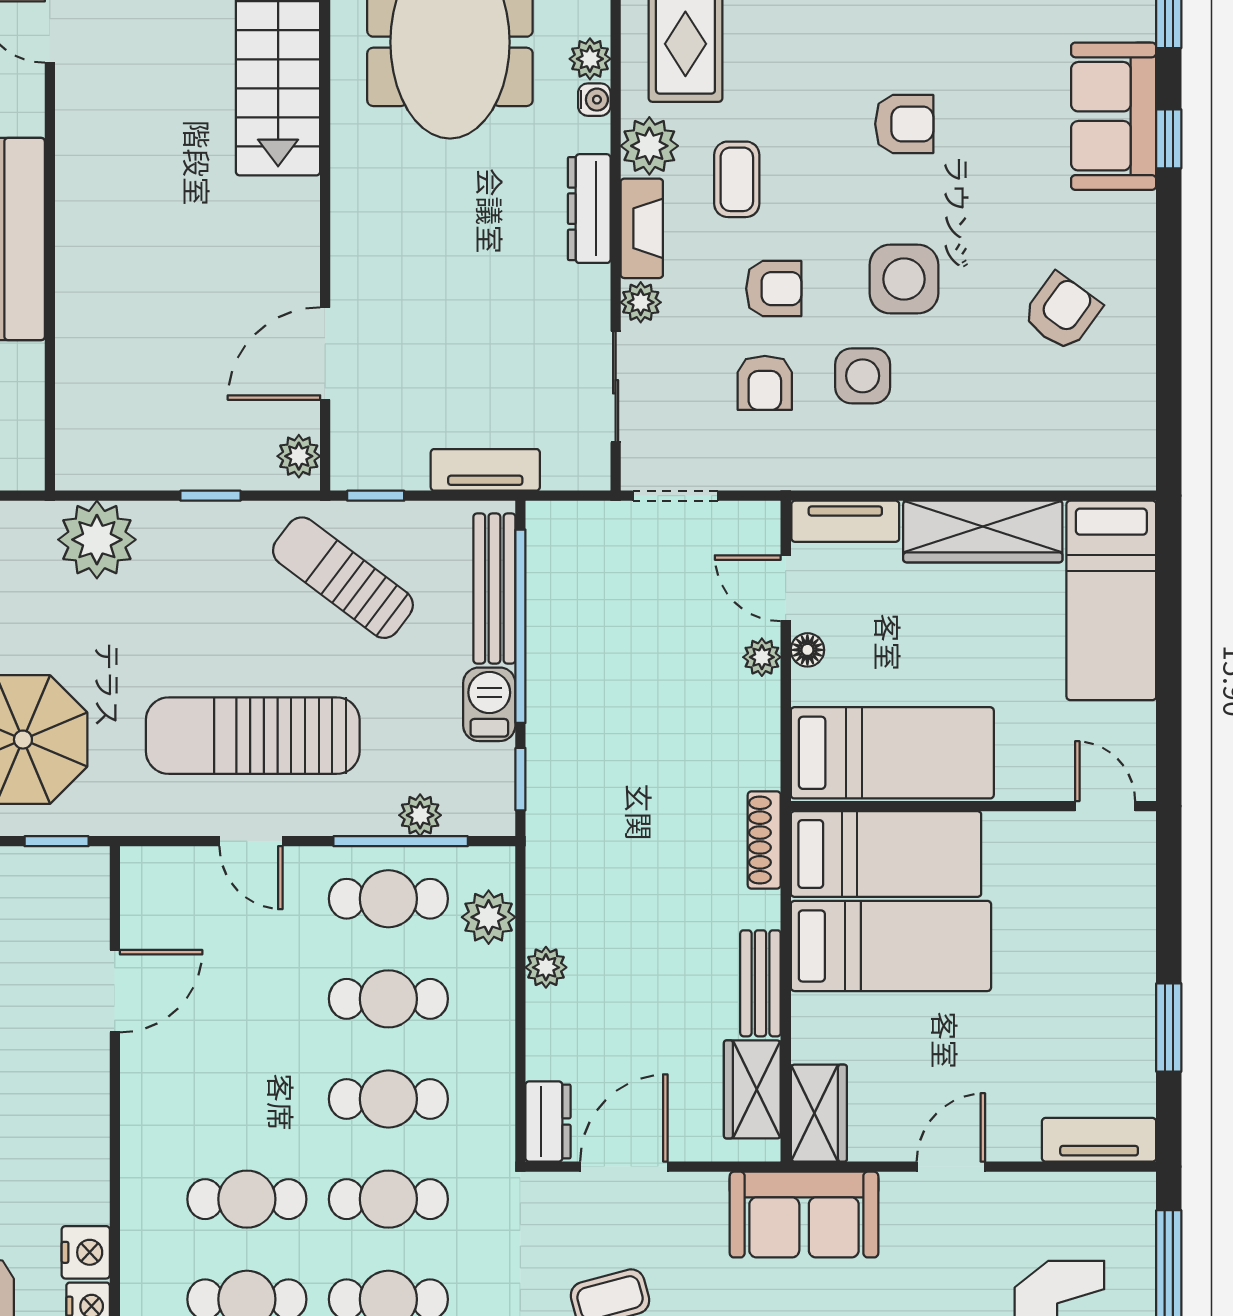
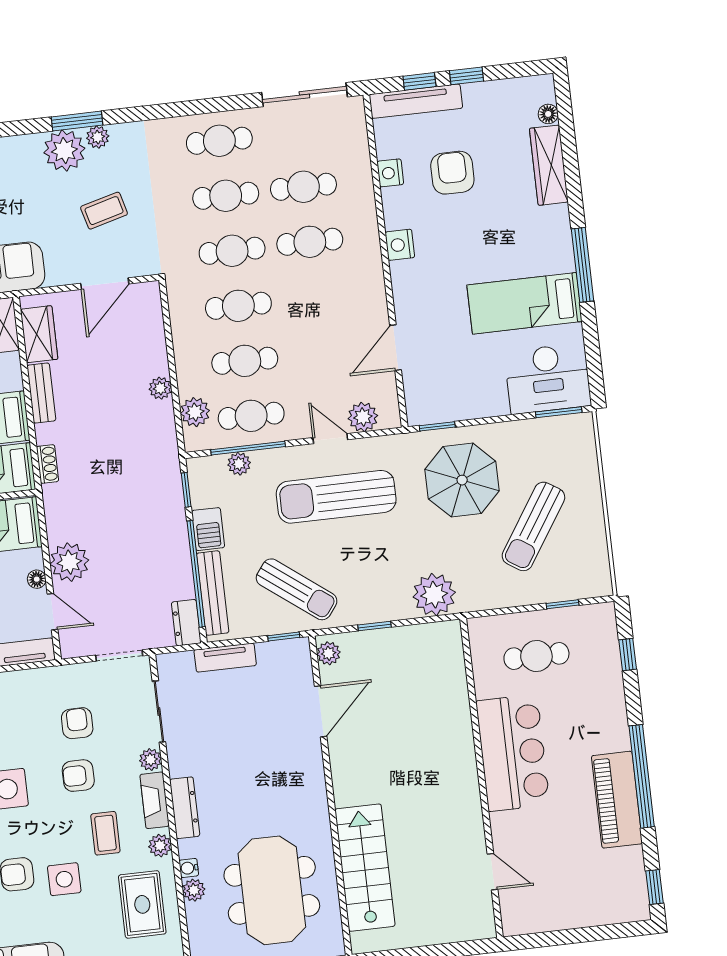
plant: (649, 146) -> (160, 846), width x0.73, depth x0.73
side table: (863, 376) -> (64, 879), moved
plant: (762, 657) -> (69, 562), width x1.87, depth x1.87
sun lounger: (253, 736) -> (336, 497), turned 180
shoe rack: (764, 840) -> (47, 464), width x0.70
plant: (188, 873) -> (363, 417), added
dresser: (548, 1121) -> (186, 623), moved
nightstand: (86, 1252) -> (400, 245), moved

